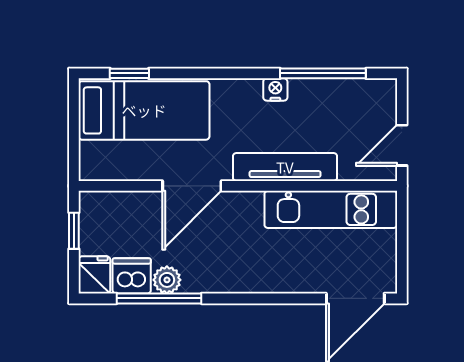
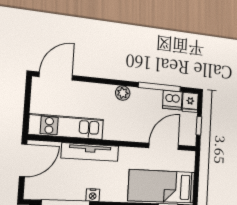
door: (402, 145) -> (23, 160), width x1.38
door: (192, 186) -> (164, 146), moved
plant: (167, 280) -> (123, 93), moved

